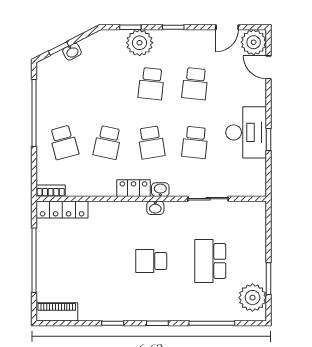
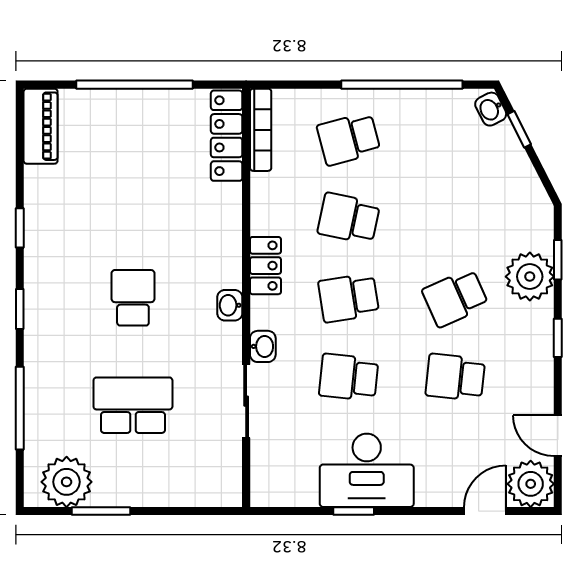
washbasin: (72, 52) -> (491, 109), moved
school desk: (151, 84) -> (455, 298), turned -30
washbasin: (160, 190) -> (263, 346), moved
bookcase: (51, 191) -> (261, 130), width x1.56

